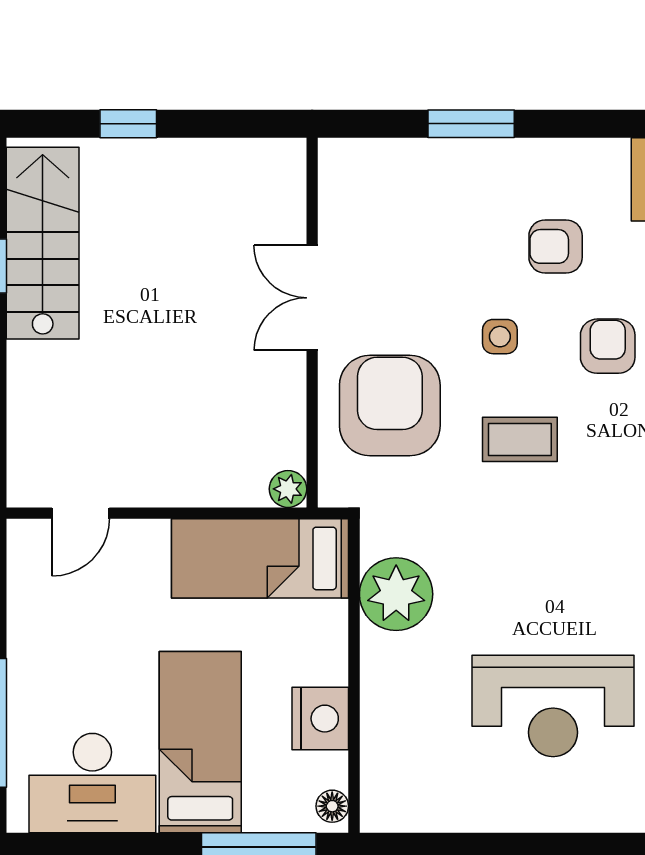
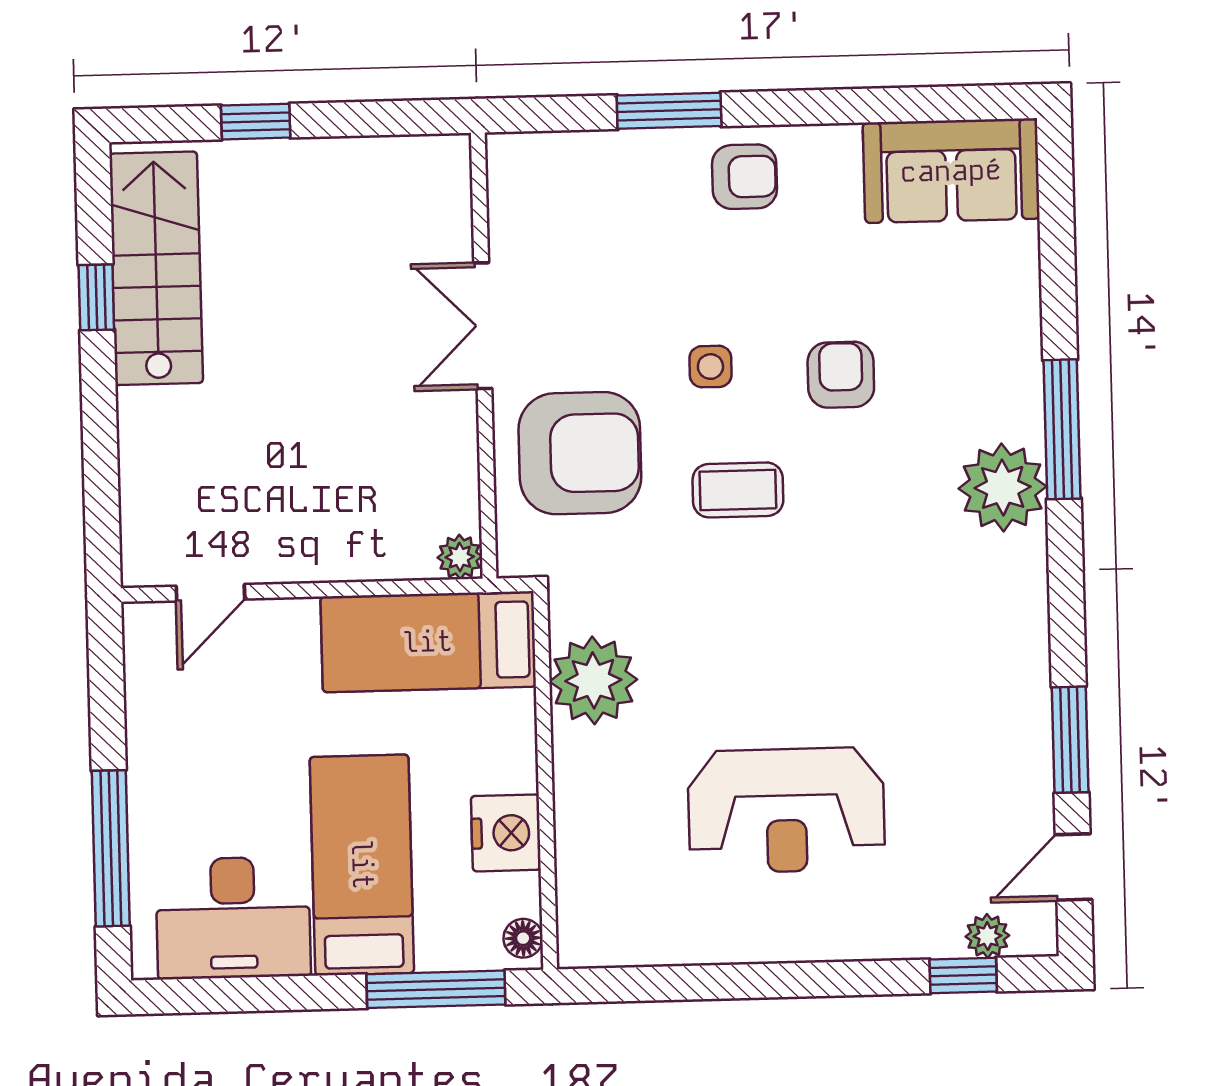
armchair: (556, 246) -> (744, 177), moved, turned 180
armchair: (390, 406) -> (580, 453), turned 90

